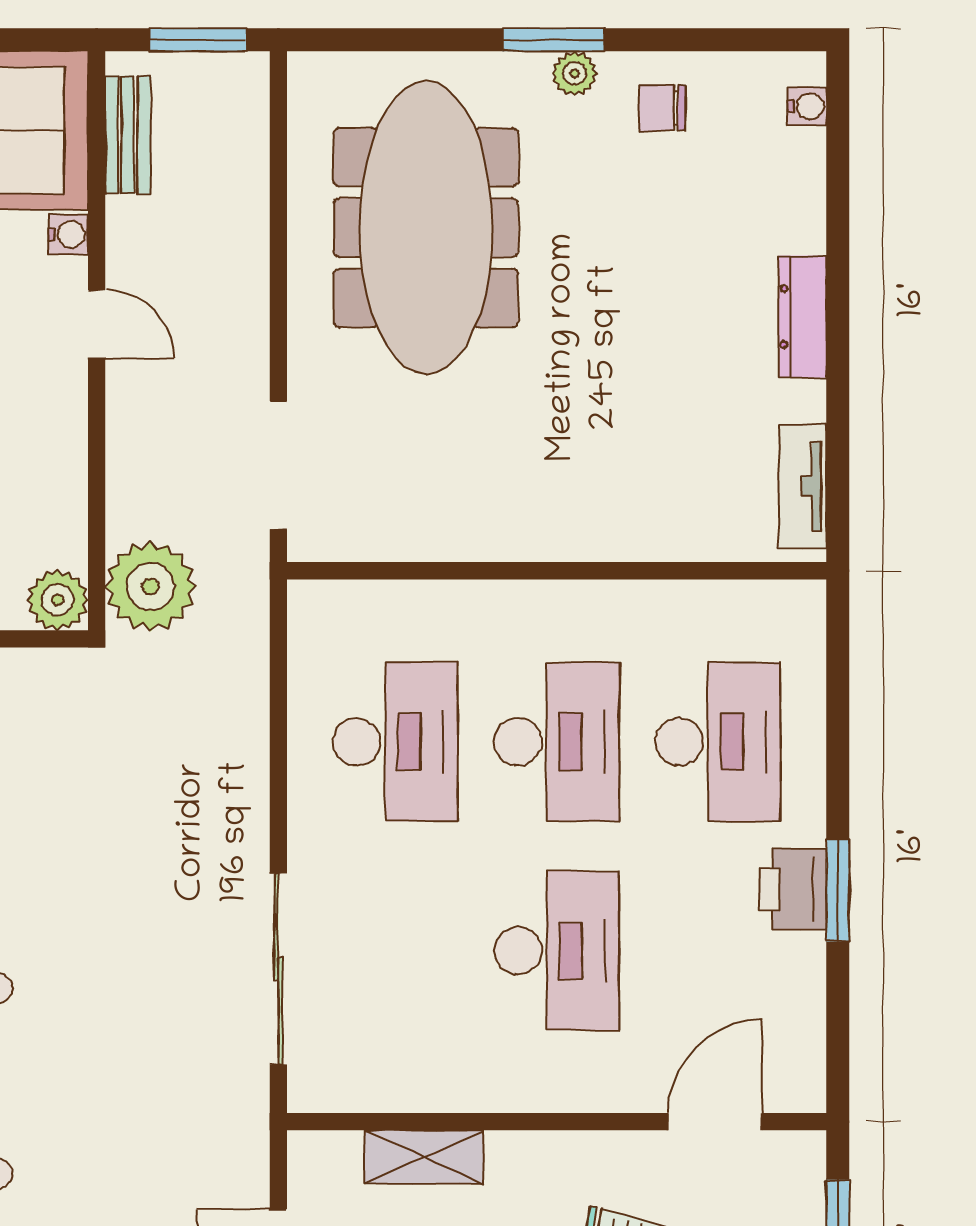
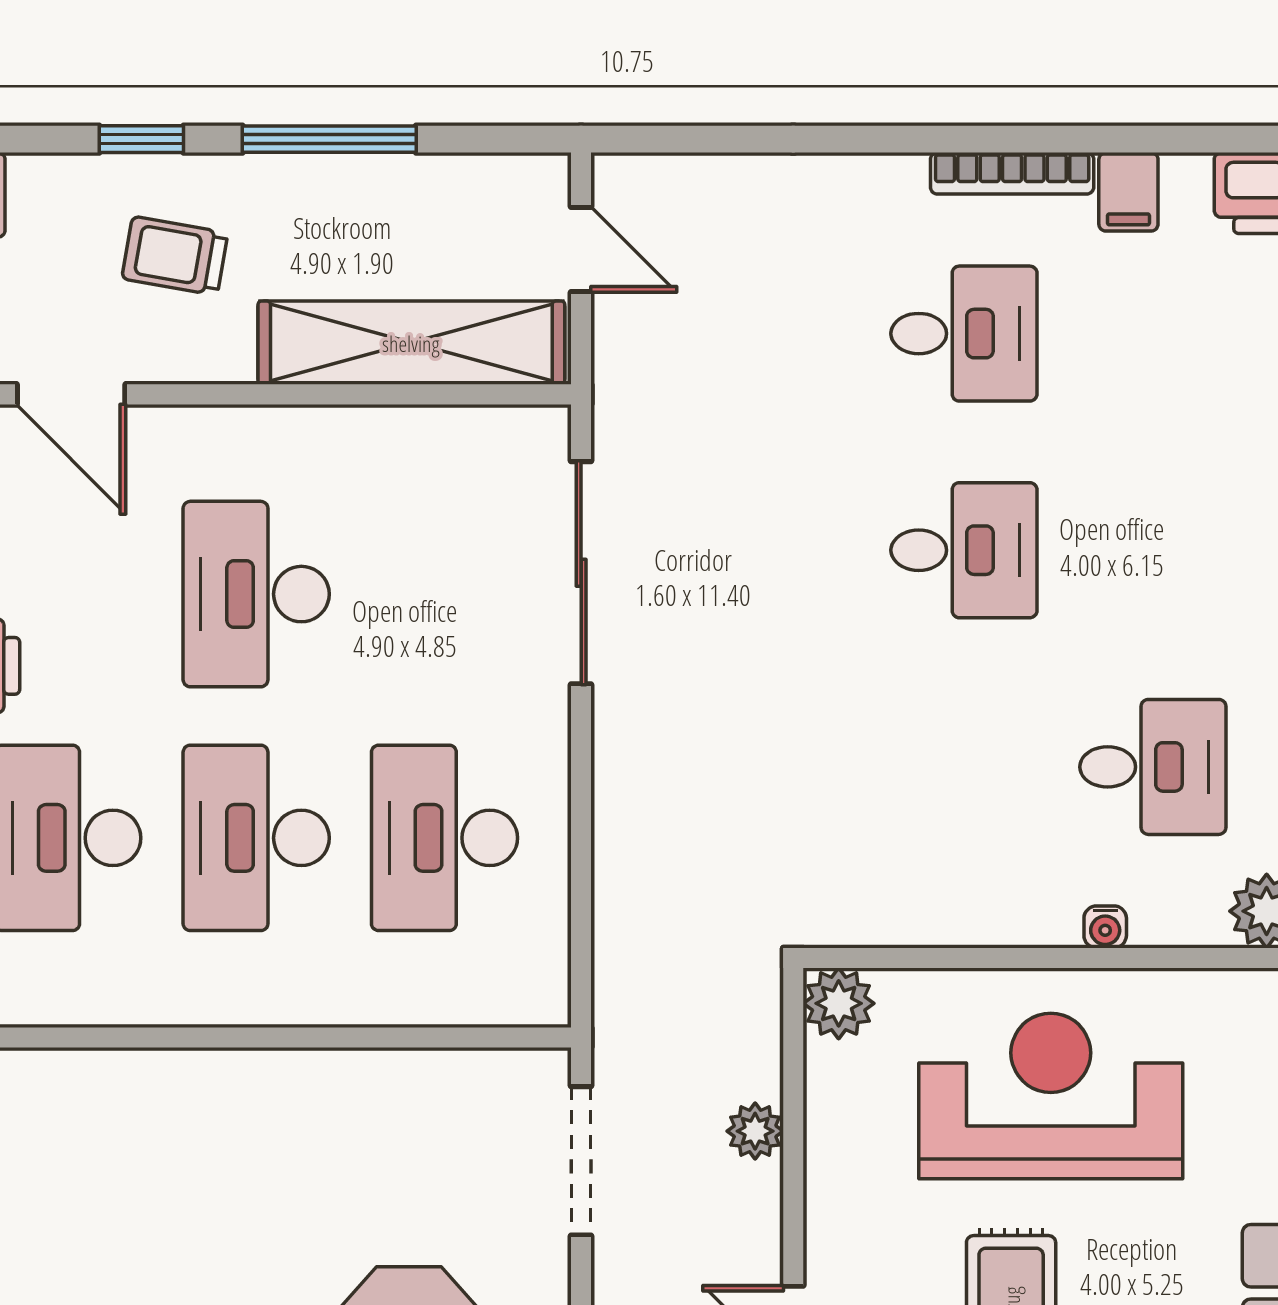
plant: (150, 586) -> (755, 1131), moved, width x0.53, depth x0.53
door: (715, 1122) -> (71, 394), hinge flipped
shelving: (424, 1157) -> (411, 343), width x2.20, depth x1.33

